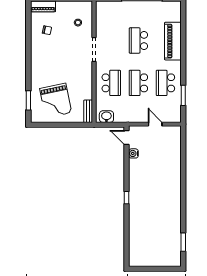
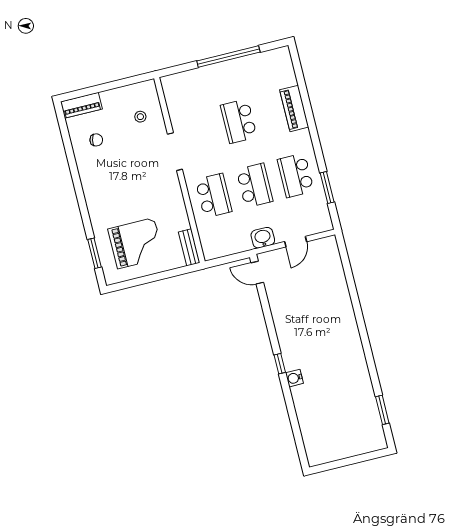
piano: (173, 41) -> (294, 108), width x0.73, depth x0.75
school desk: (138, 83) -> (255, 185), turned 180
grand piano: (56, 101) -> (136, 243), turned -78
washbasin: (106, 117) -> (263, 238), moved
door: (155, 124) -> (296, 242), swing flipped
water cooler: (133, 153) -> (294, 378), moved

